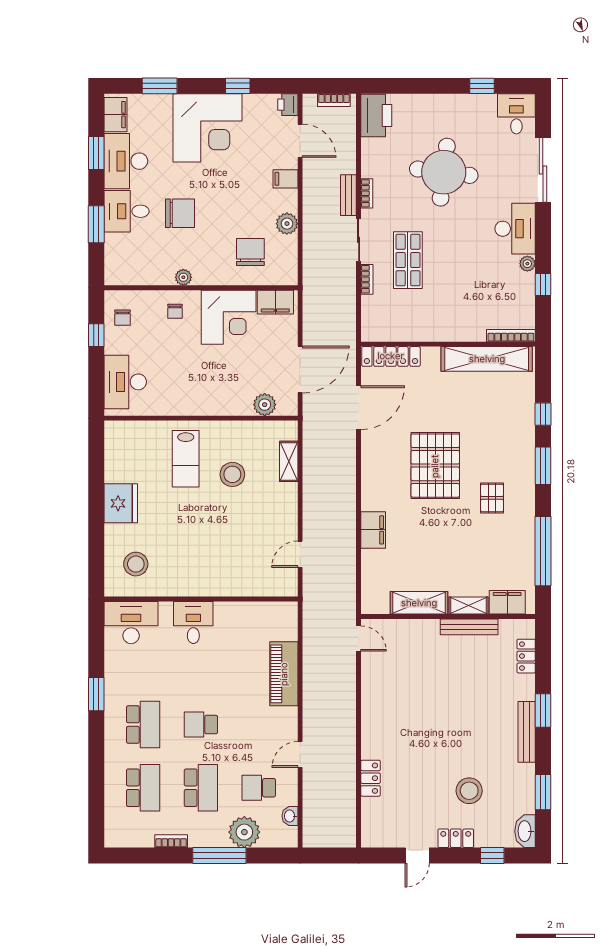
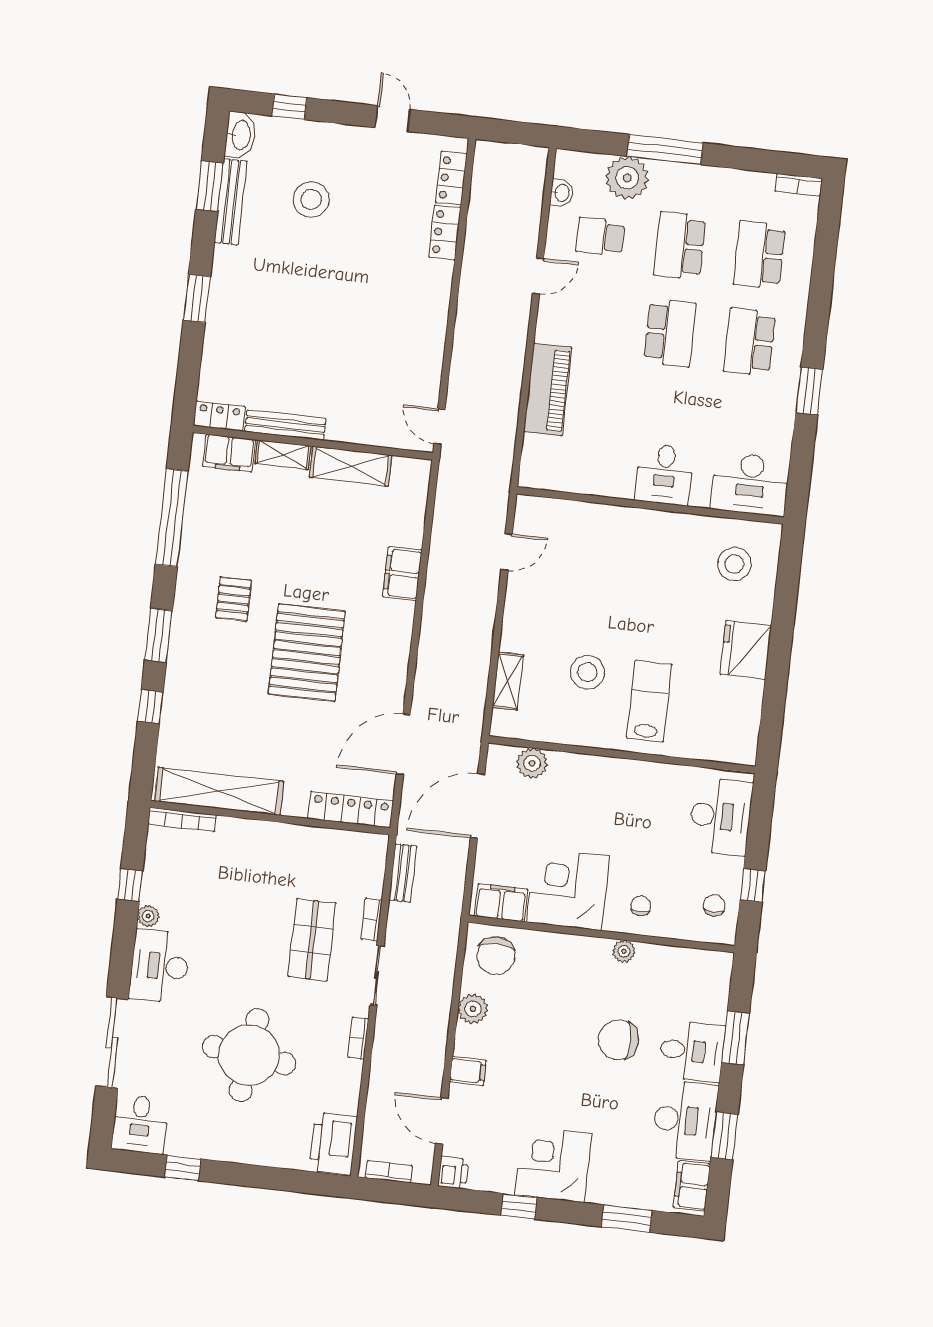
corner desk: (208, 128) -> (553, 1164), width x0.74, depth x0.74
bench: (348, 195) -> (403, 873), moved
chair: (250, 252) -> (496, 956), moved
locker: (526, 656) -> (219, 416), moved, turned -90
school desk: (201, 725) -> (670, 333), width x1.85
bench: (527, 732) -> (231, 202), moved
school desk: (259, 788) -> (600, 237), turned 180
locker: (456, 838) -> (451, 178), moved, turned 90
bookcase: (171, 841) -> (798, 185), moved
door: (417, 855) -> (393, 119), hinge flipped

